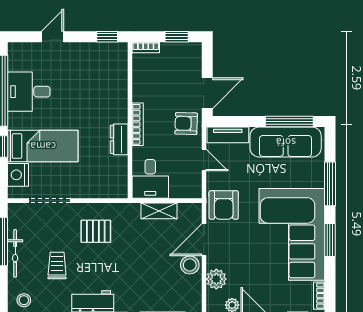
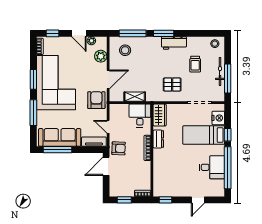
wardrobe: (117, 180) -> (160, 115), added
stool: (190, 265) -> (125, 50), moved

